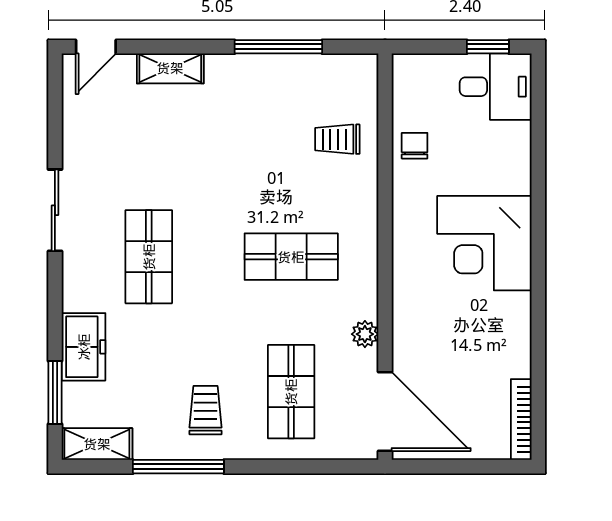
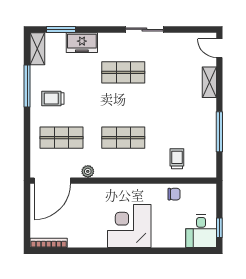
shop shelf: (291, 257) -> (123, 138), turned 90
trolley: (206, 410) -> (53, 98), turned 180

